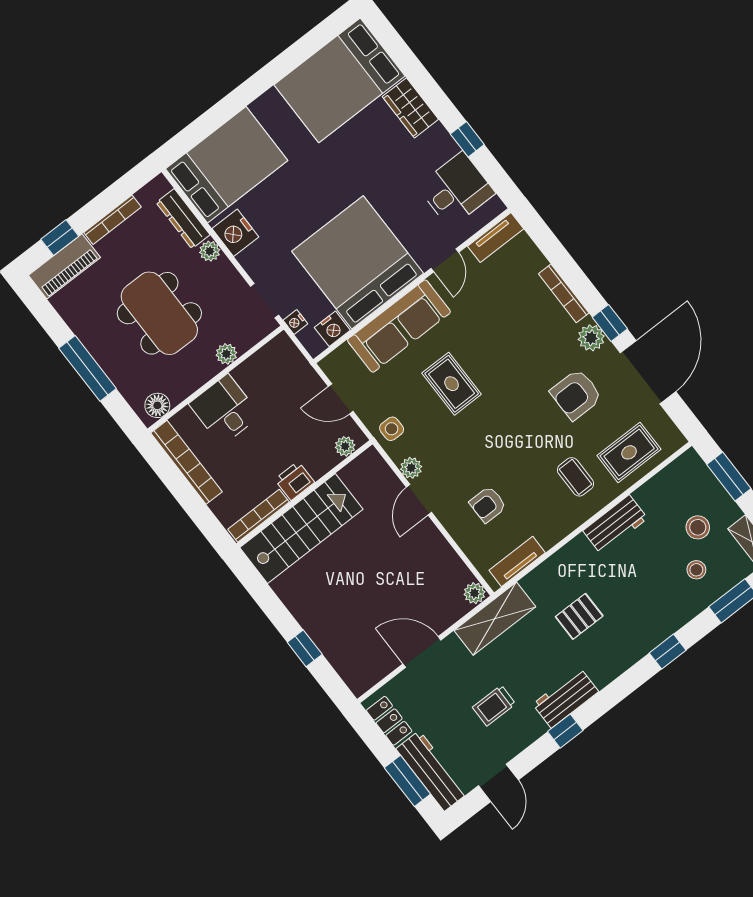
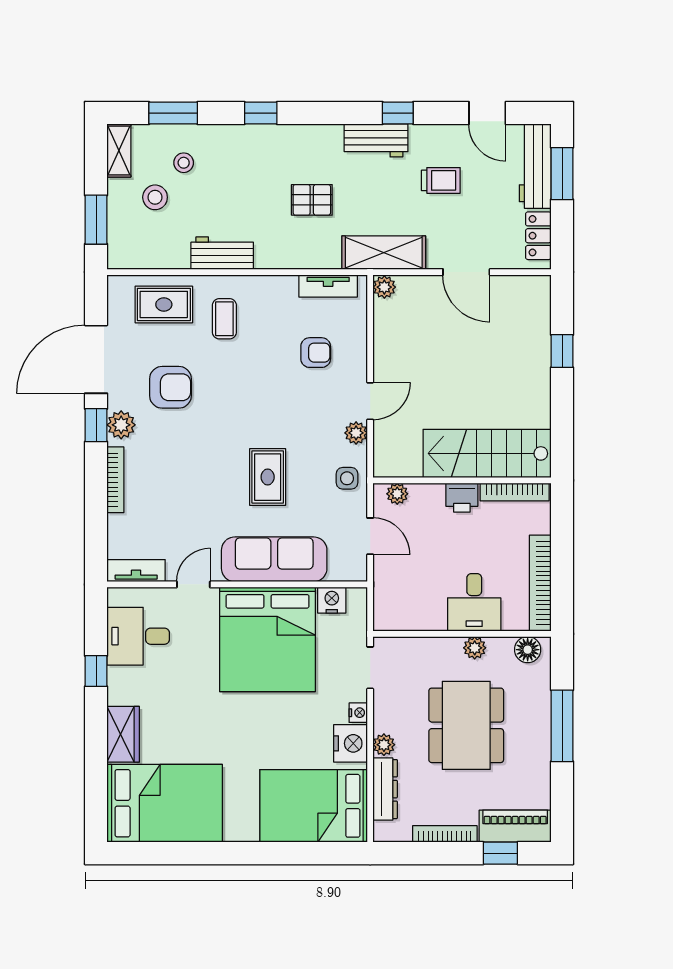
nightstand: (295, 322) -> (358, 713), moved
plant: (226, 354) -> (475, 648), moved
door: (498, 783) -> (487, 113), swing flipped

